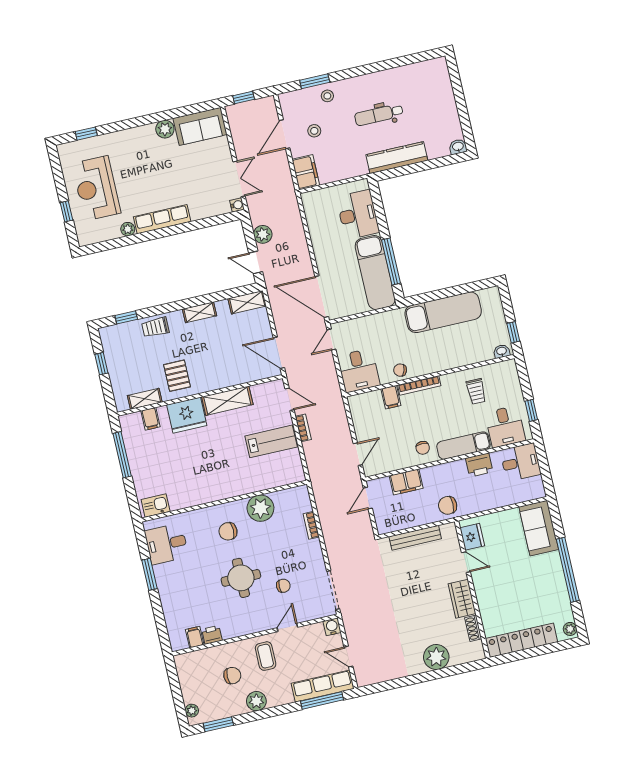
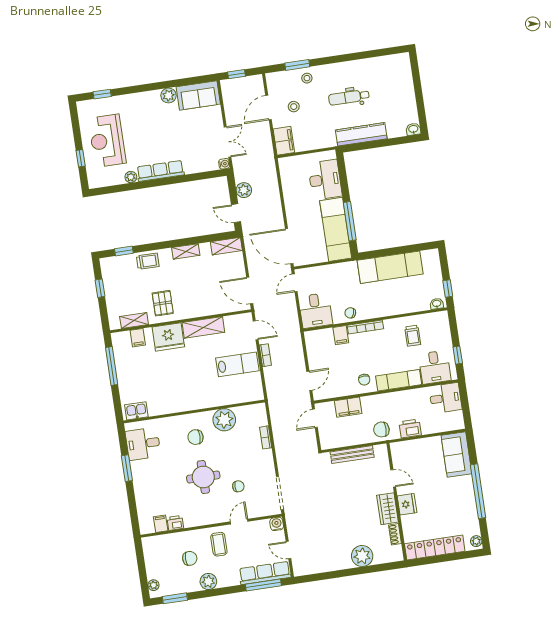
trolley: (155, 327) -> (148, 261), turned 180
printer: (479, 465) -> (410, 429), moved, turned 180
fridge: (472, 537) -> (407, 504), moved

